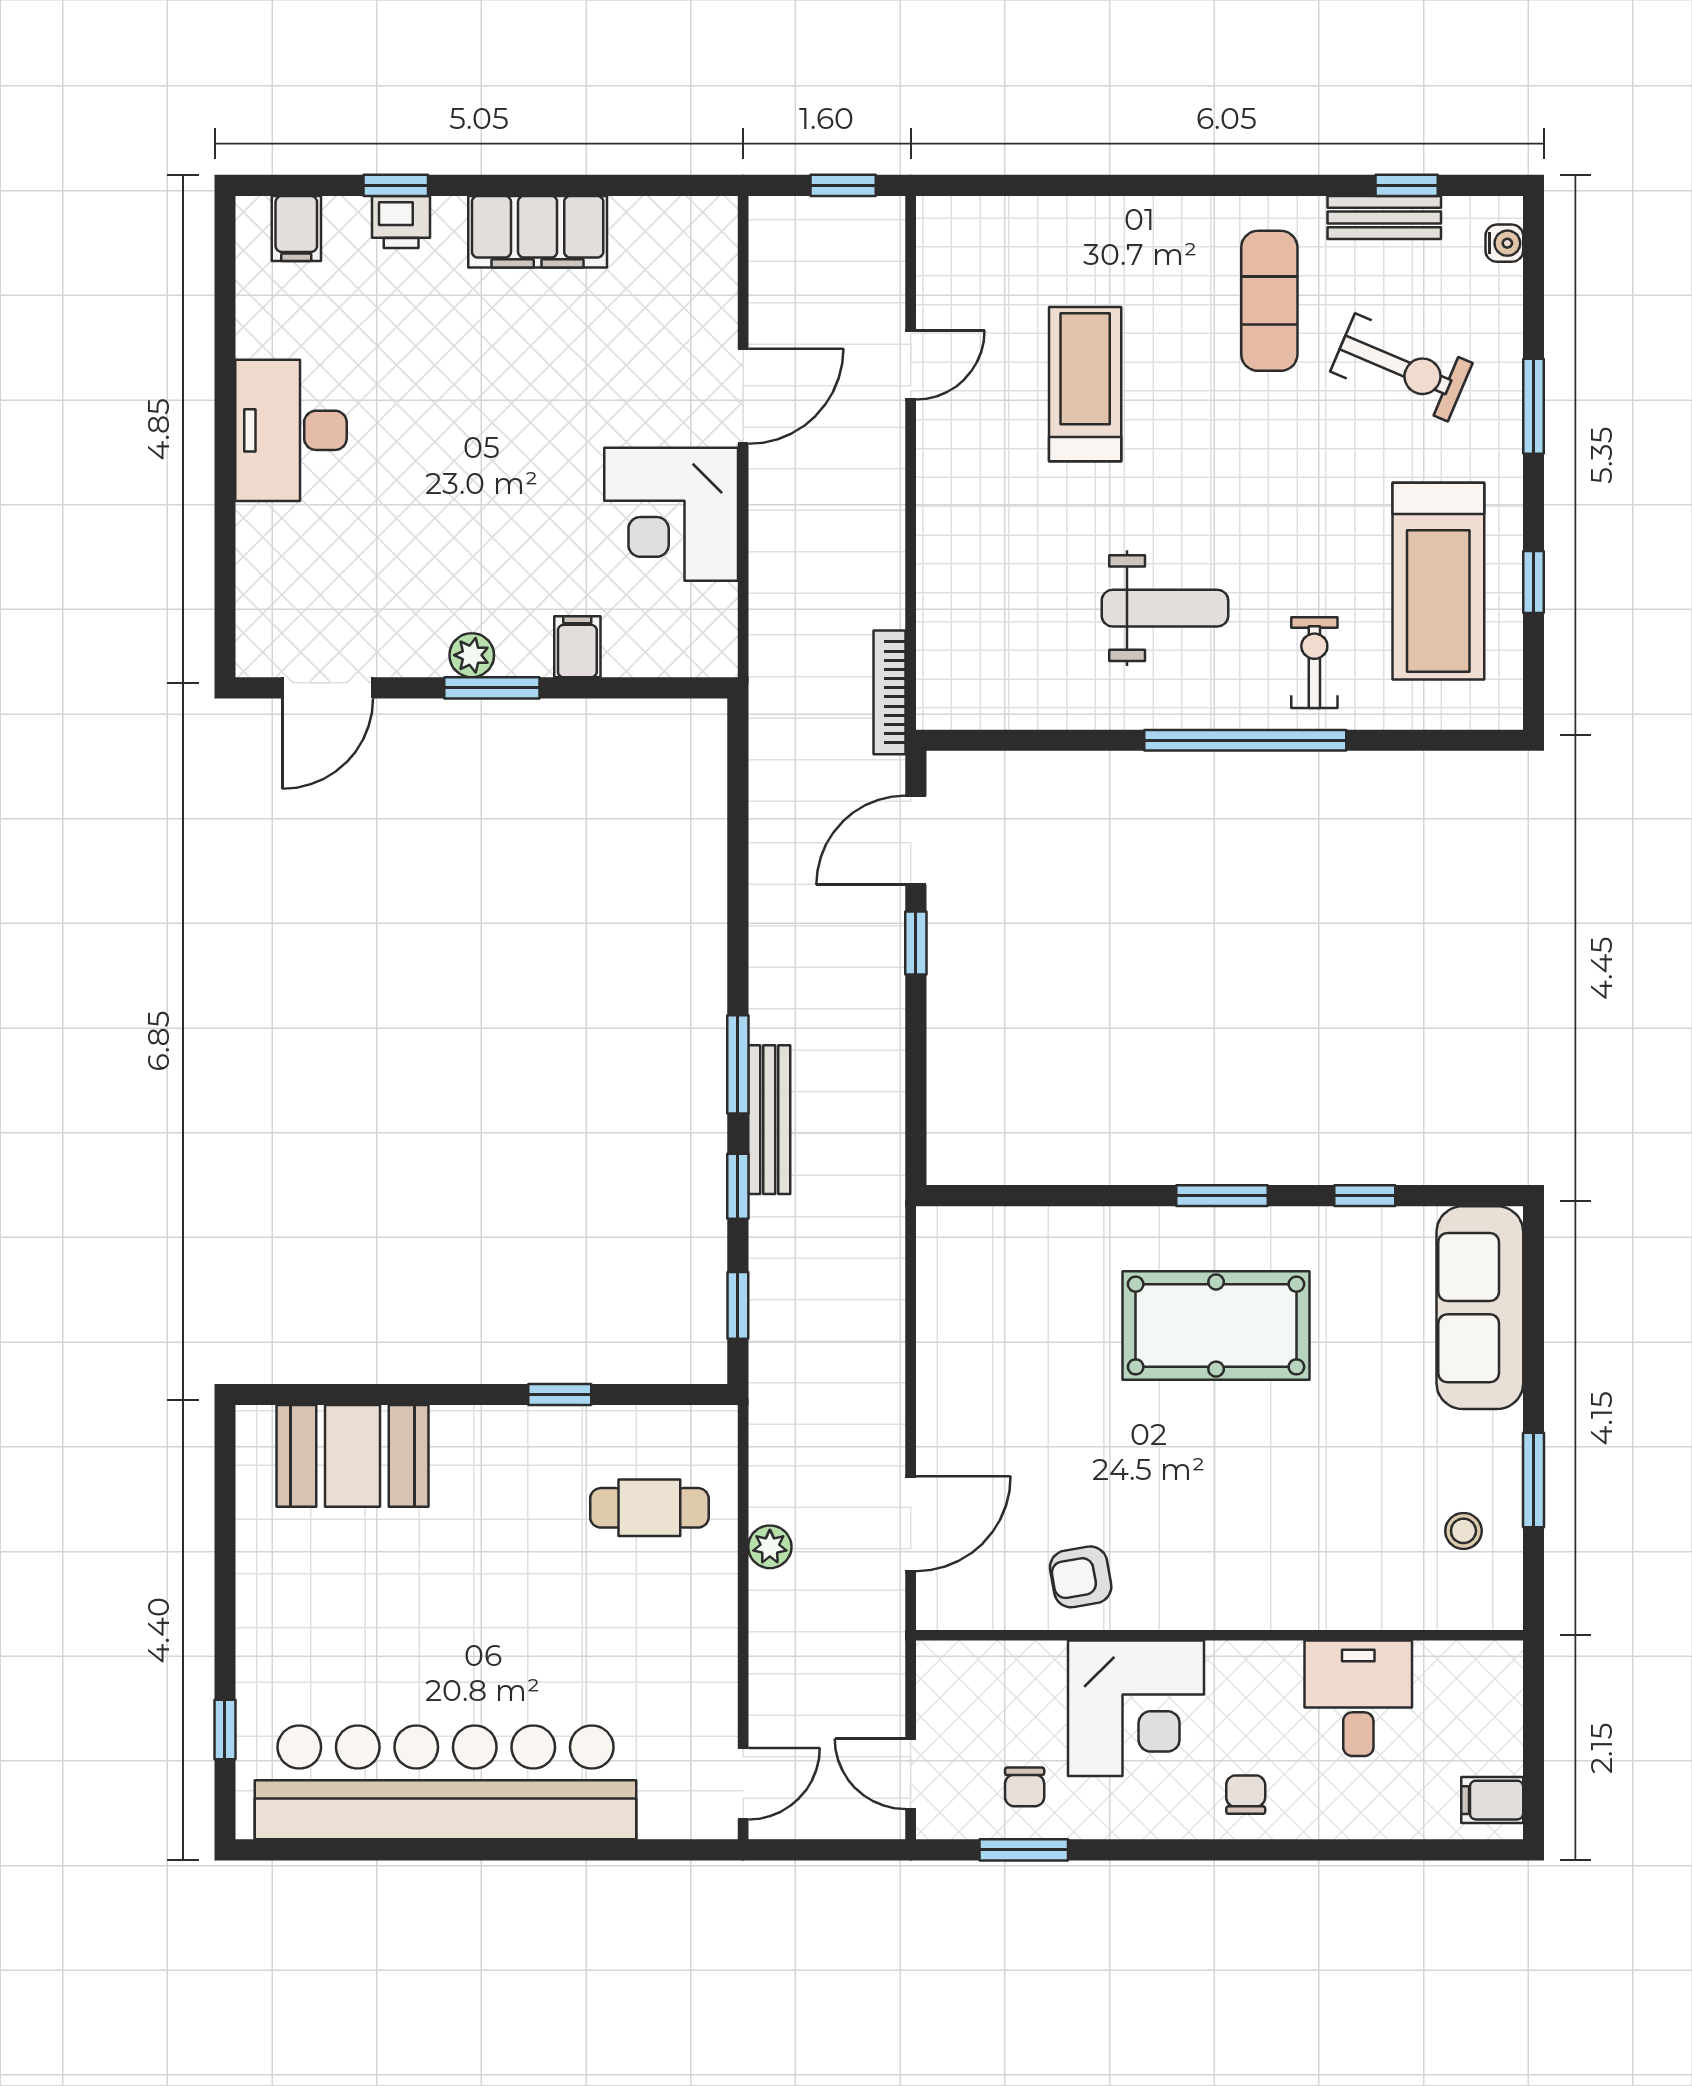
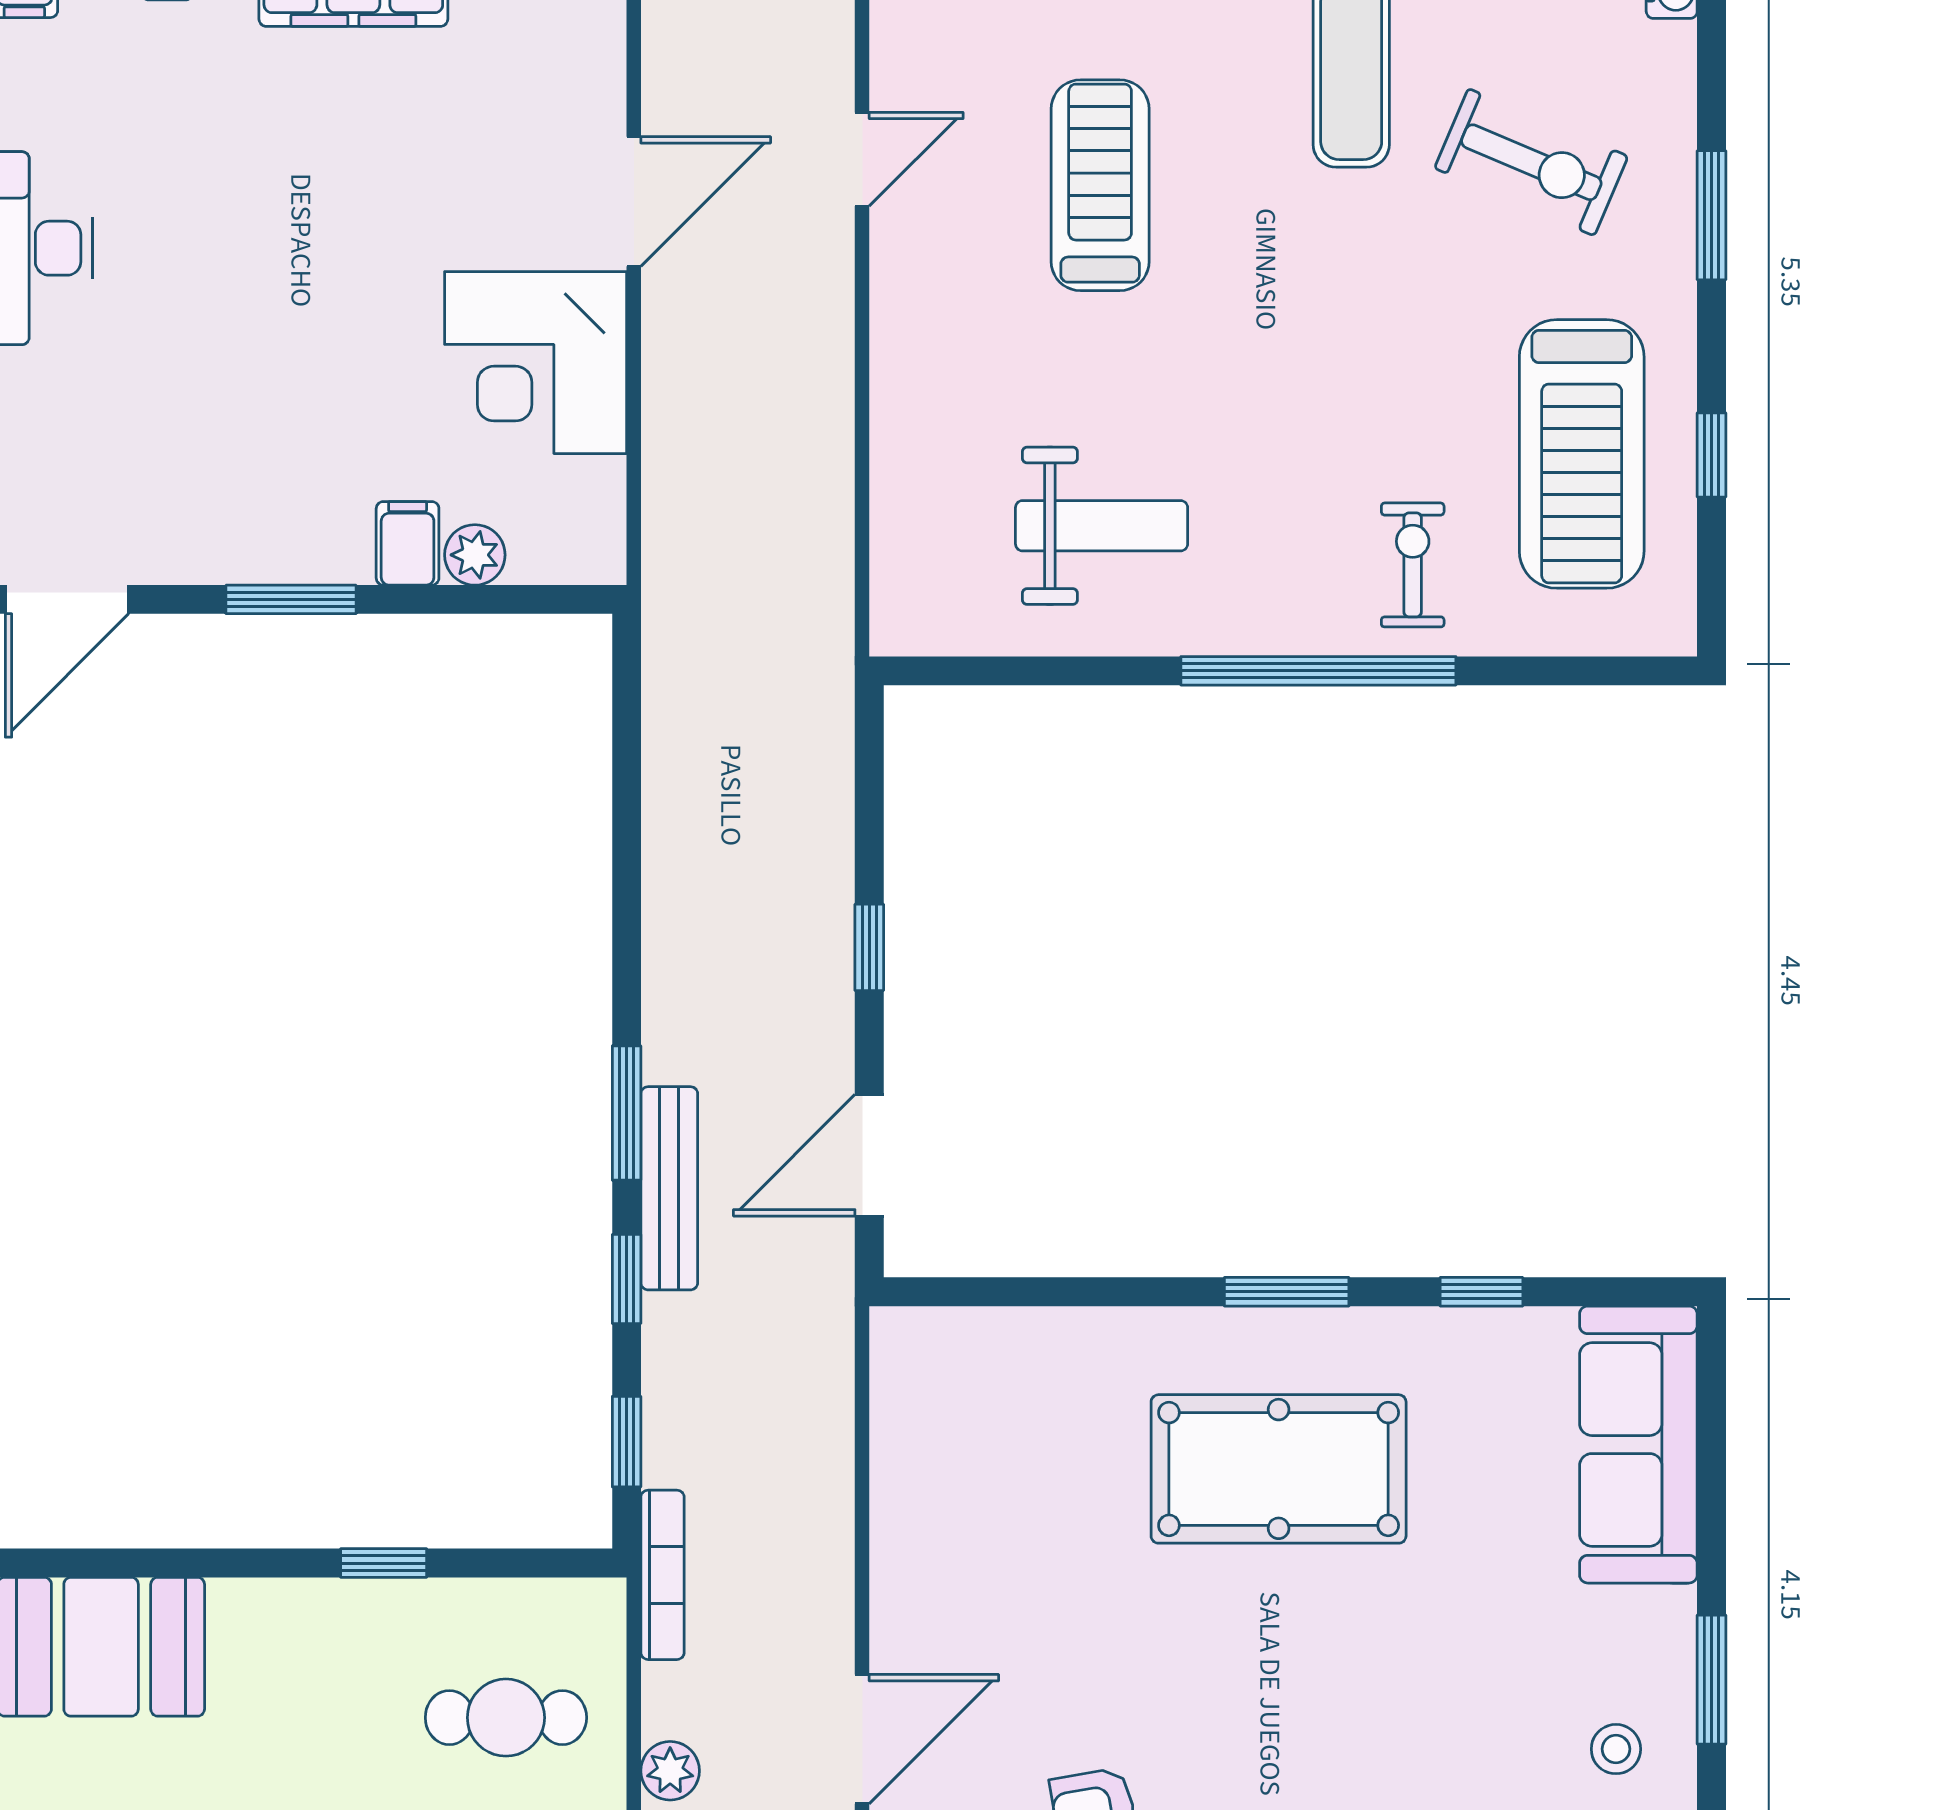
weight bench: (1165, 608) -> (1102, 526), moved
plant: (472, 655) -> (475, 555), moved
bookcase: (890, 692) -> (663, 1575), moved, turned 180
door: (916, 840) -> (869, 1155), moved

